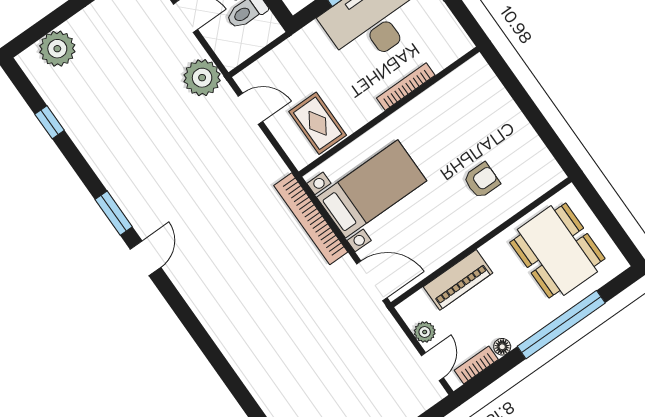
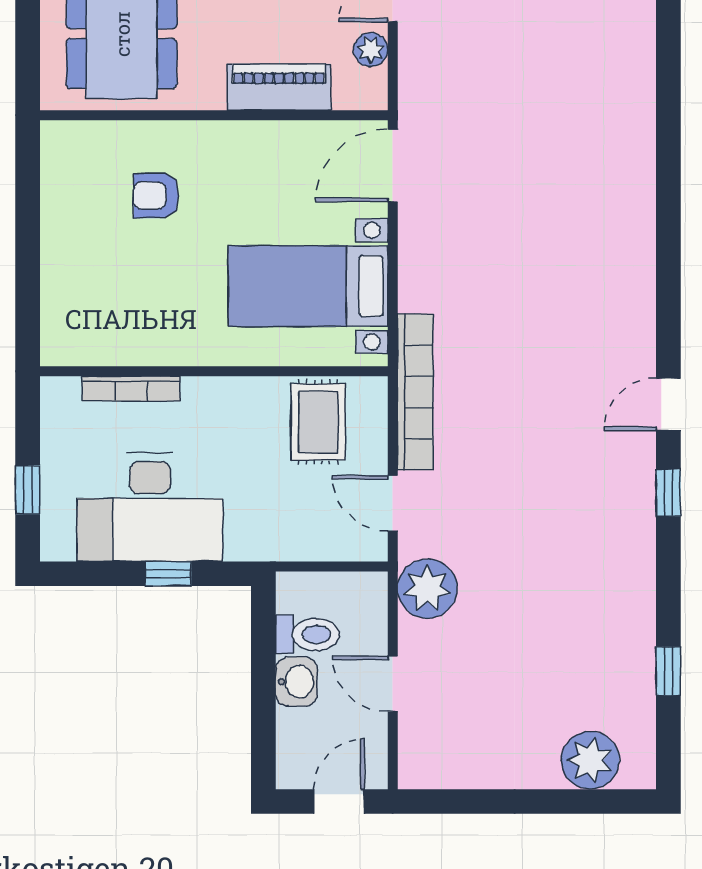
bookcase: (406, 87) -> (131, 389), moved
window: (114, 213) -> (668, 493), width x0.67
bookcase: (311, 219) -> (415, 392), moved
door: (372, 281) -> (393, 166), hinge flipped

